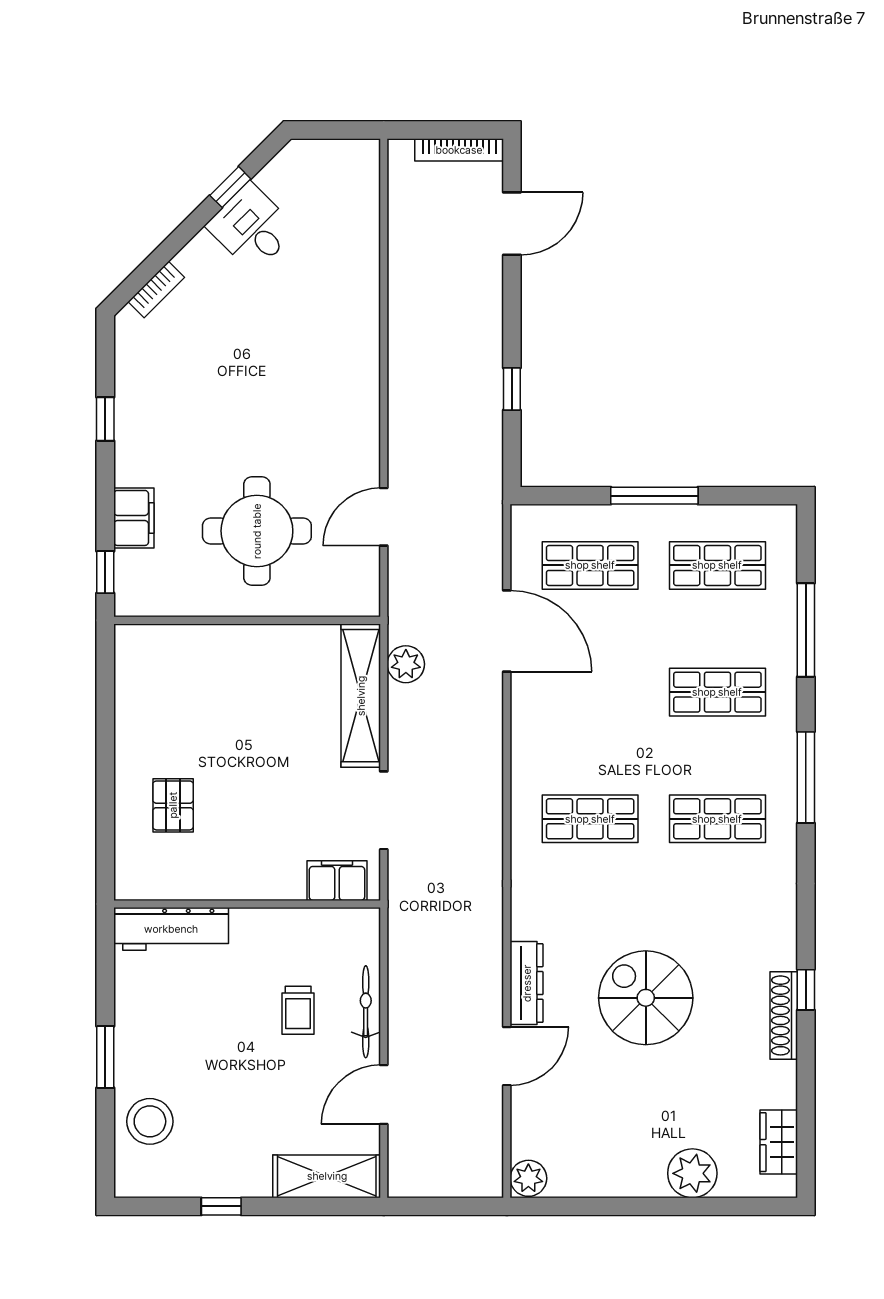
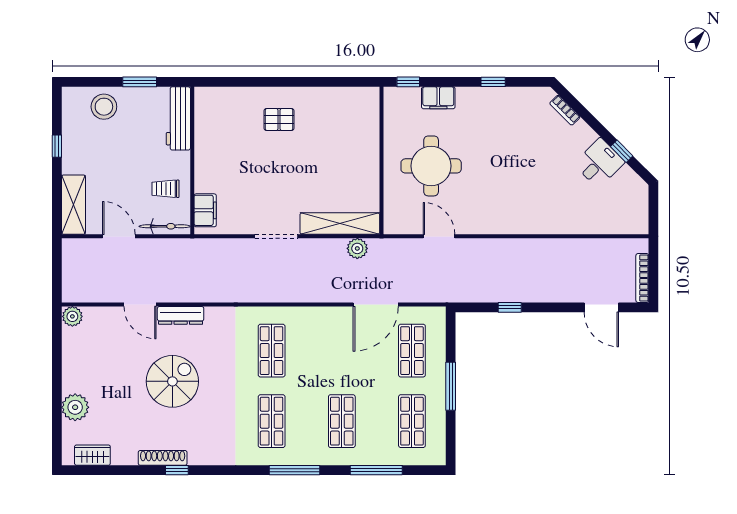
filing cabinet: (337, 881) -> (205, 210), moved
wall: (247, 904) -> (192, 161), moved
workbench: (171, 929) -> (178, 118), moved

